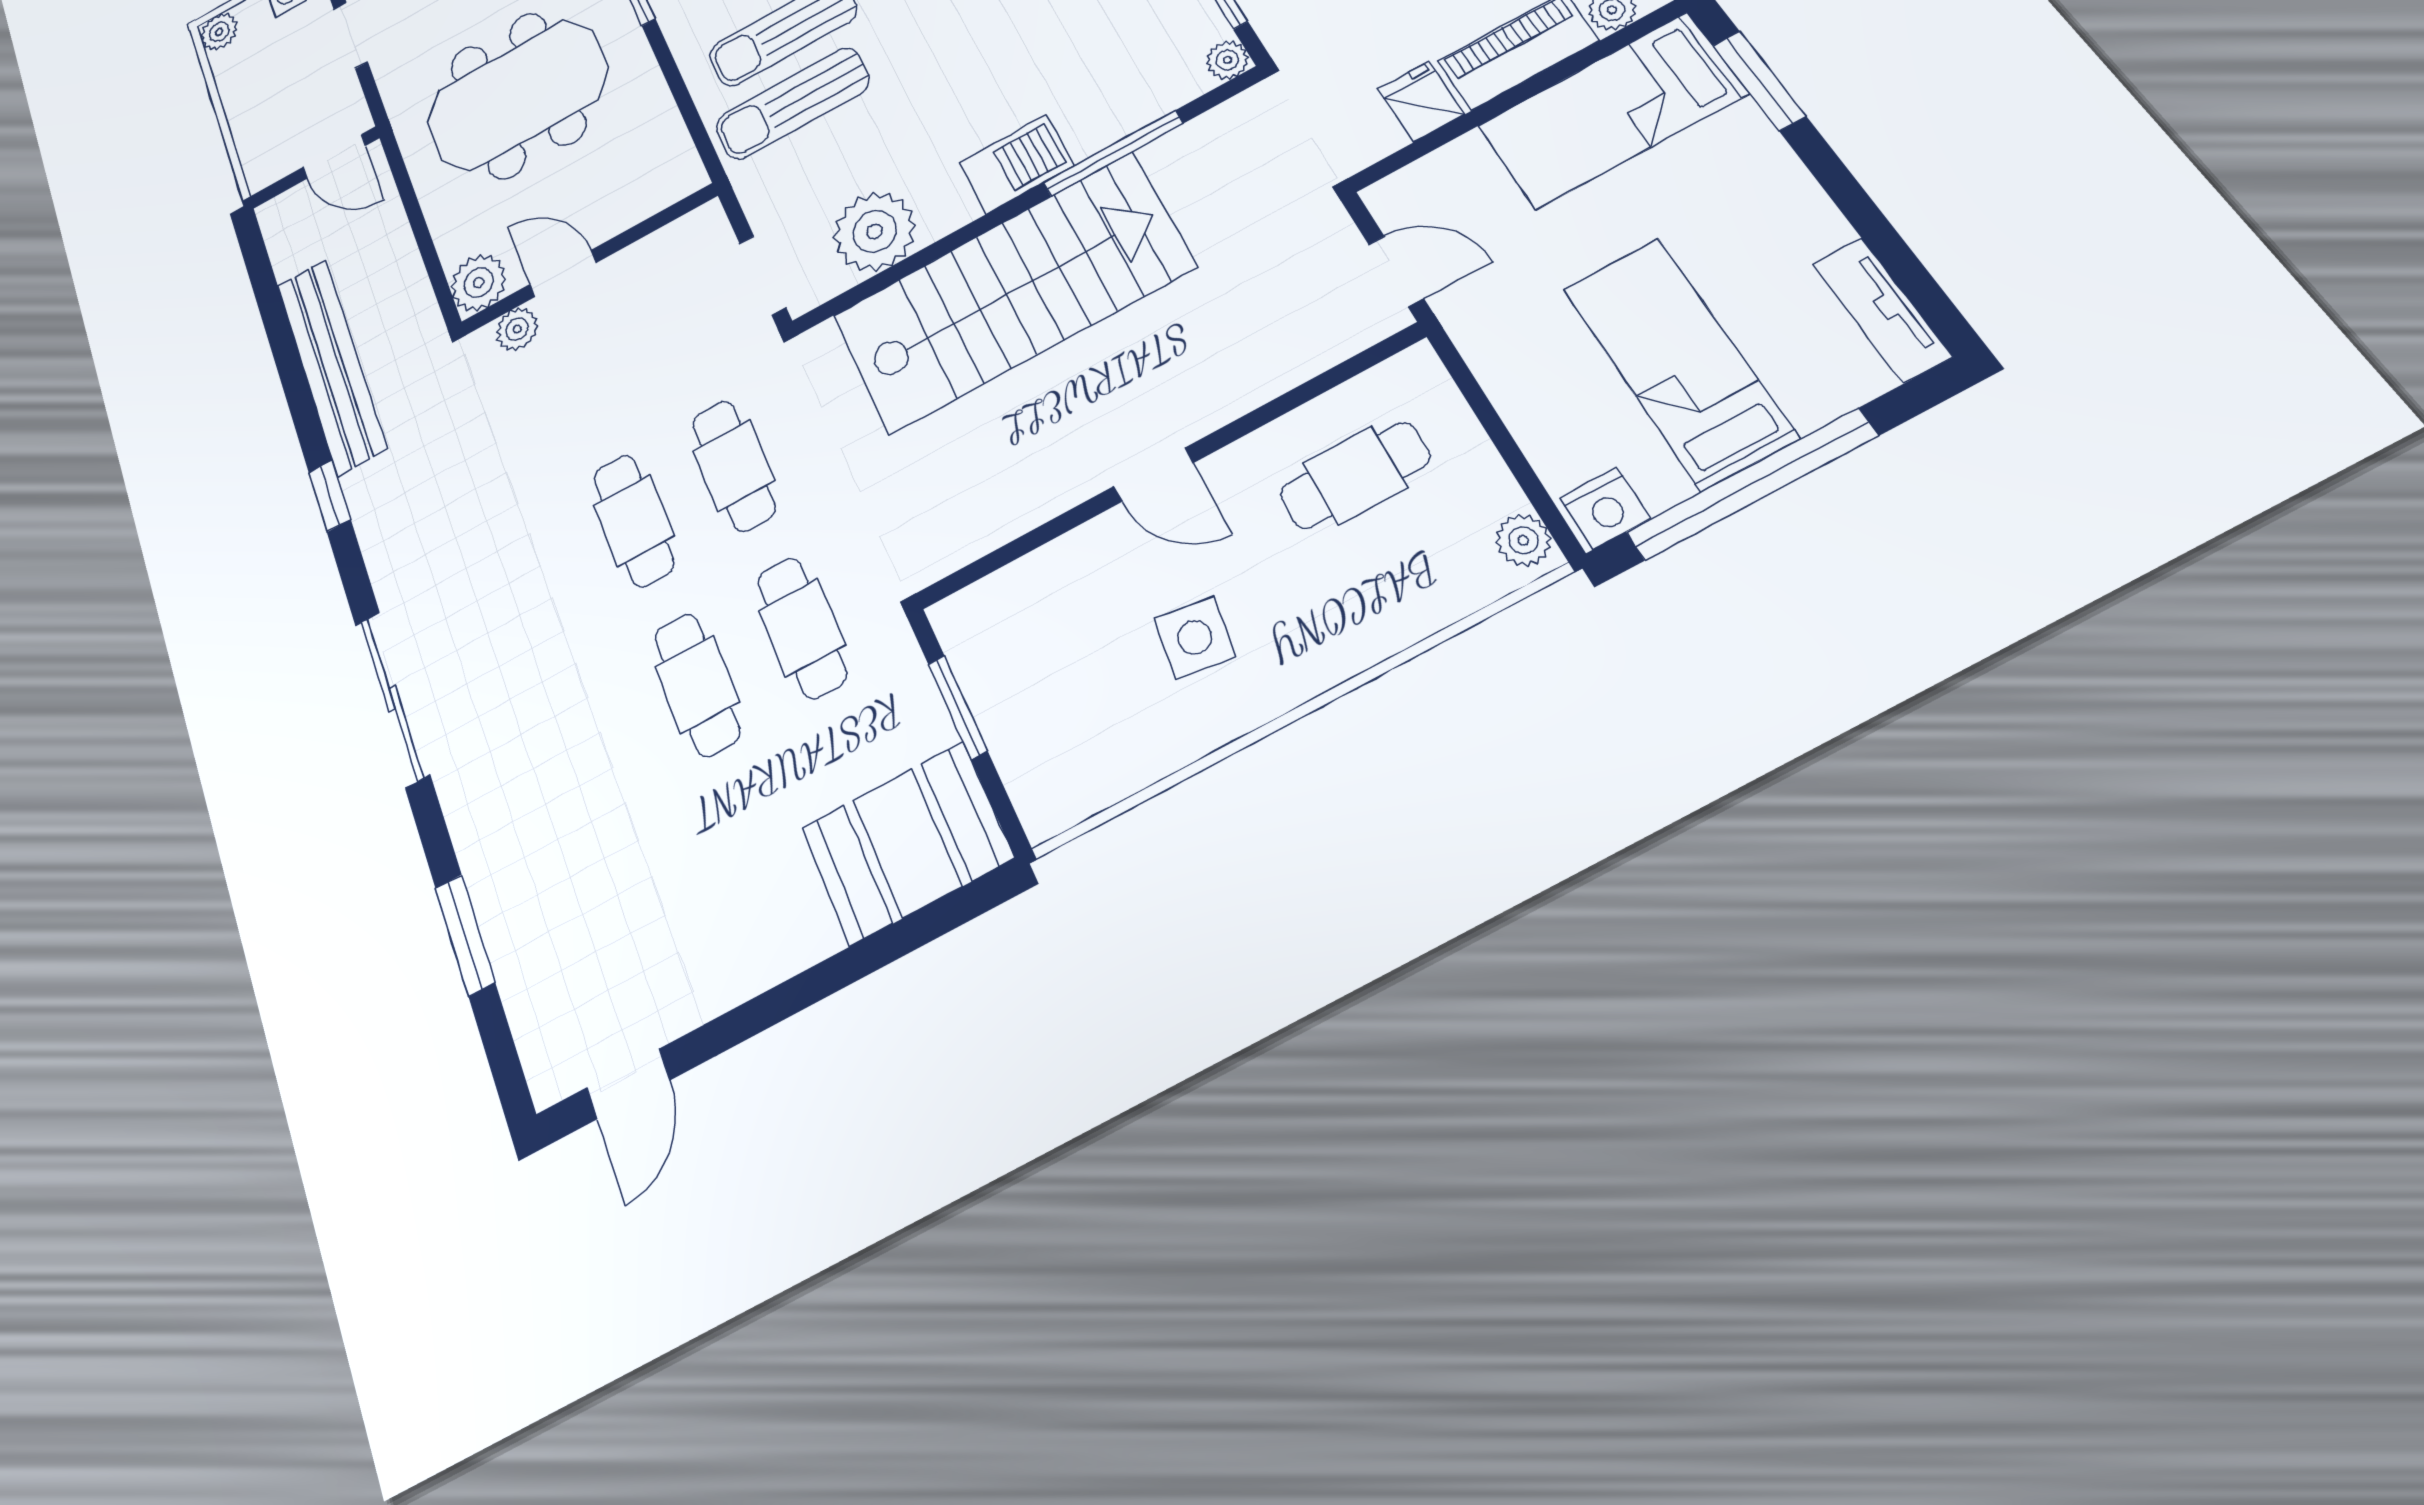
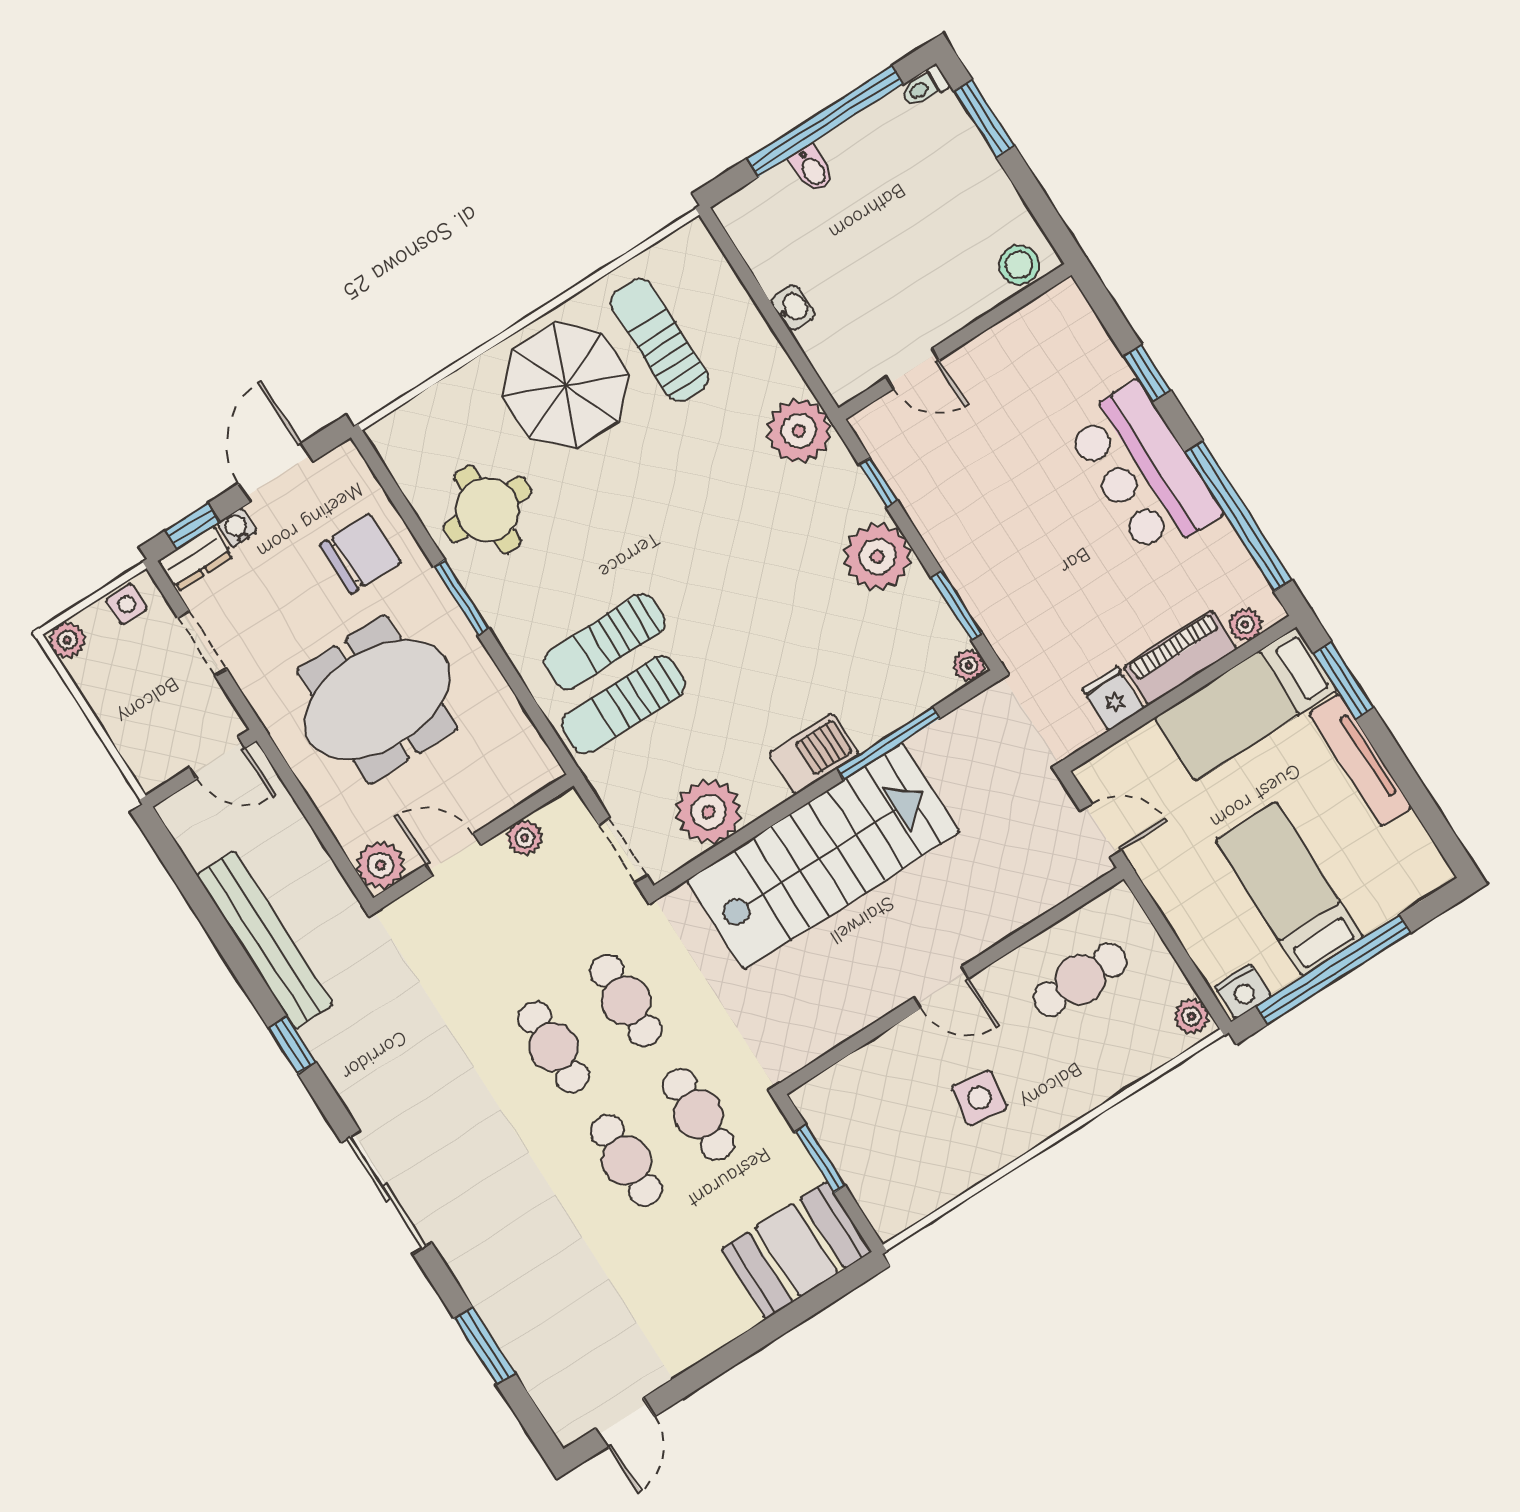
tv unit: (1882, 310) -> (1360, 760), moved, width x1.41
plant: (517, 329) -> (525, 838), moved

